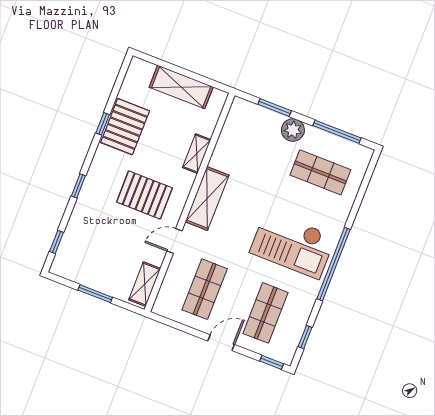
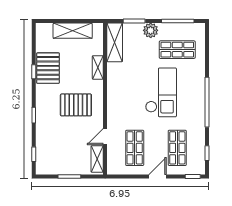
shelving: (207, 198) -> (115, 42), moved
door: (175, 241) -> (105, 137), moved
checkout: (293, 244) -> (161, 92), moved, turned -90

